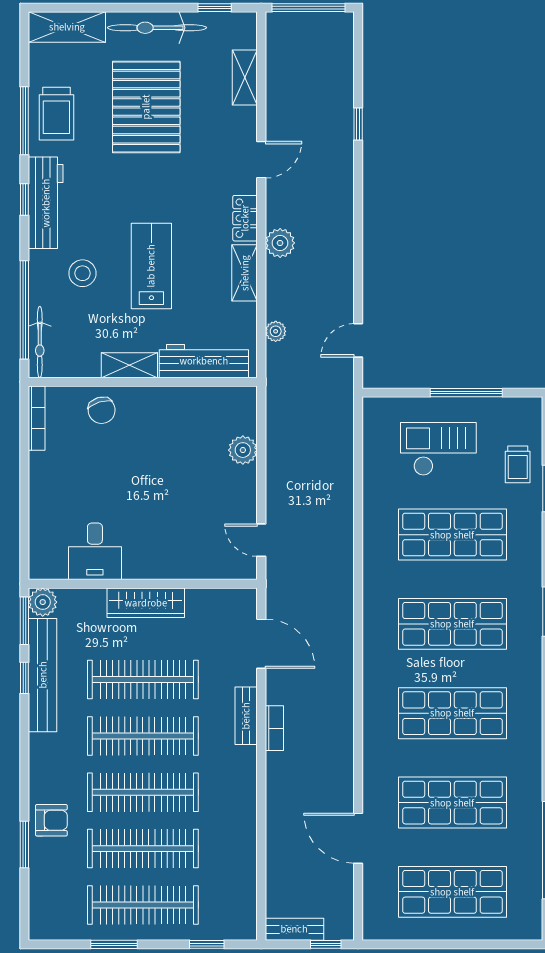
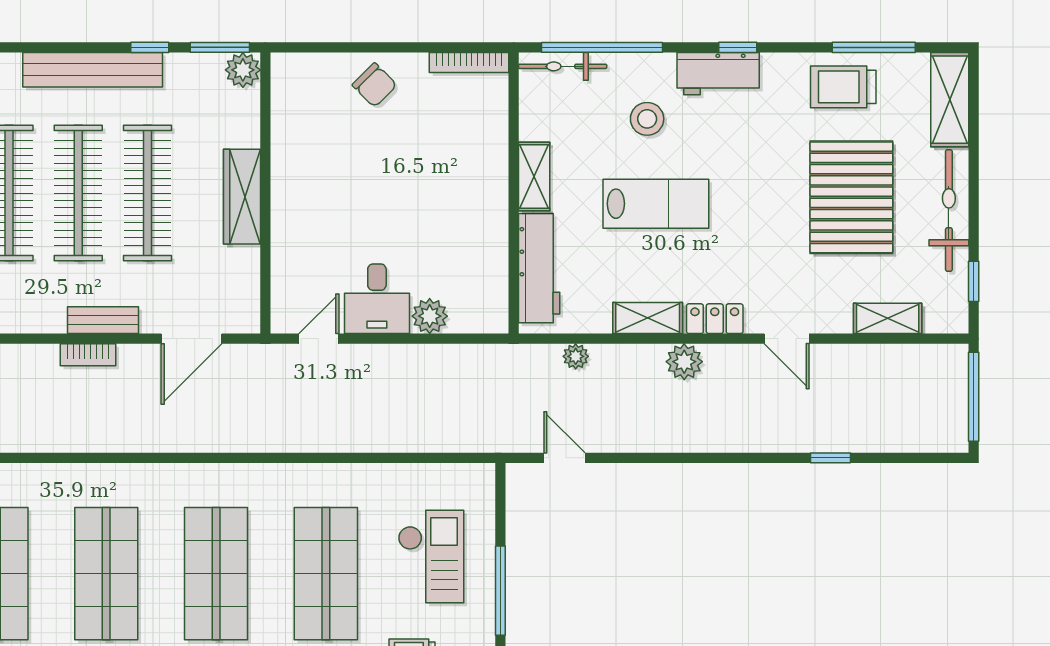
pallet: (146, 107) -> (851, 197), turned 90
window: (24, 121) -> (874, 47), moved
workbench: (46, 203) -> (718, 74), width x0.73
chair: (102, 410) -> (375, 85), moved, turned -118
desk: (95, 551) -> (377, 299), moved, turned -90
bench: (43, 675) -> (93, 70), moved

